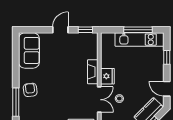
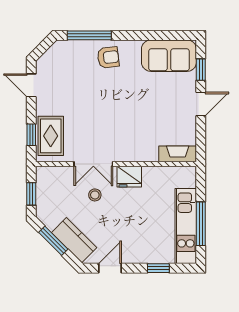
door: (60, 30) -> (201, 104), hinge flipped
window: (85, 30) -> (201, 70), moved
fireplace: (93, 72) -> (178, 154), moved

